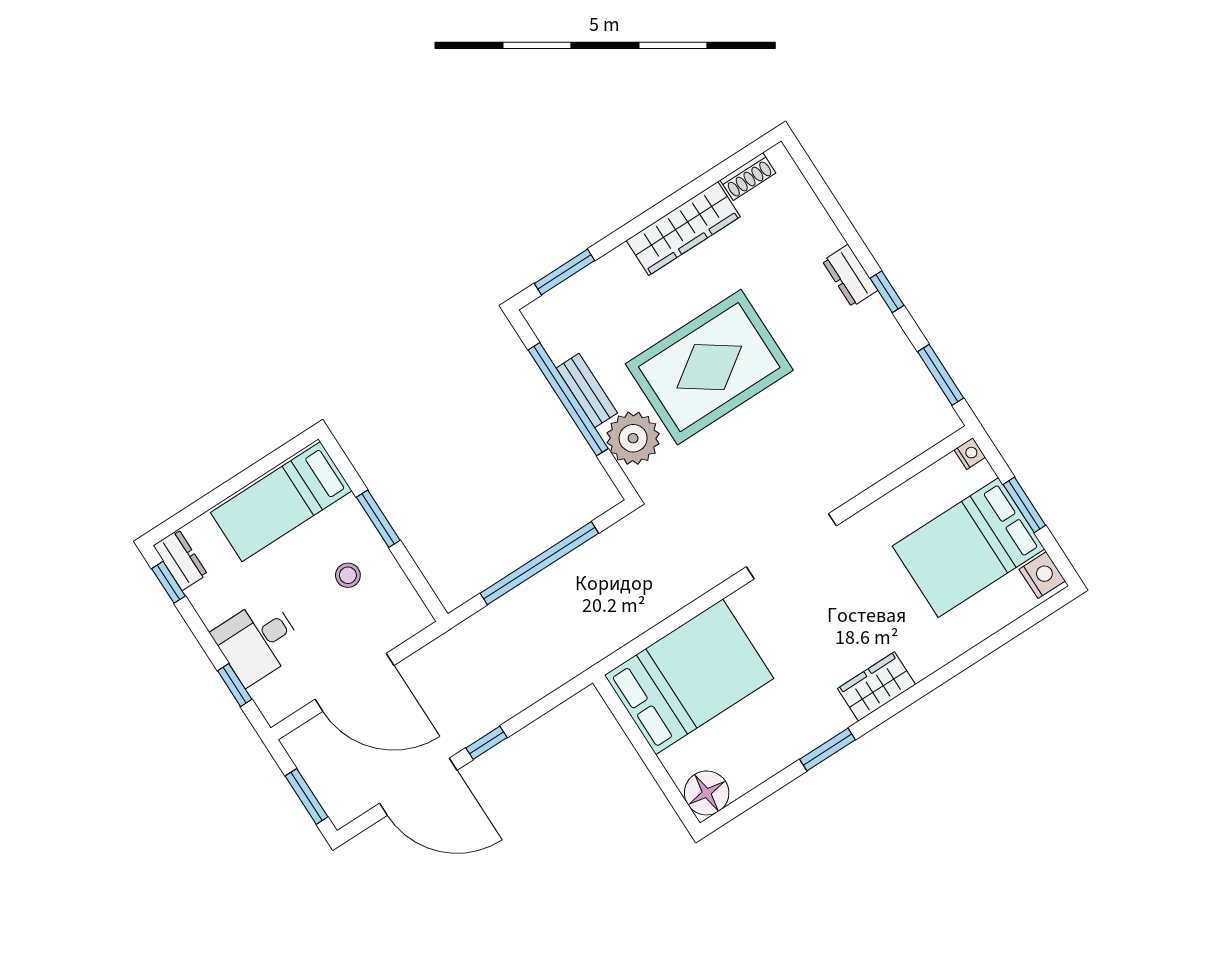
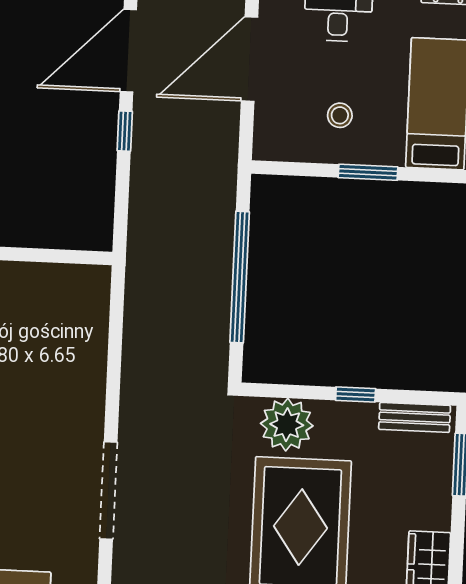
bench: (587, 391) -> (415, 417), moved
window: (568, 399) -> (356, 394), width x0.32
bed: (689, 677) -> (62, 333), removed

